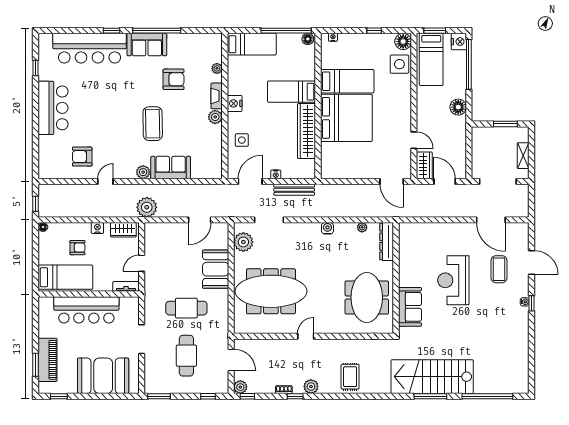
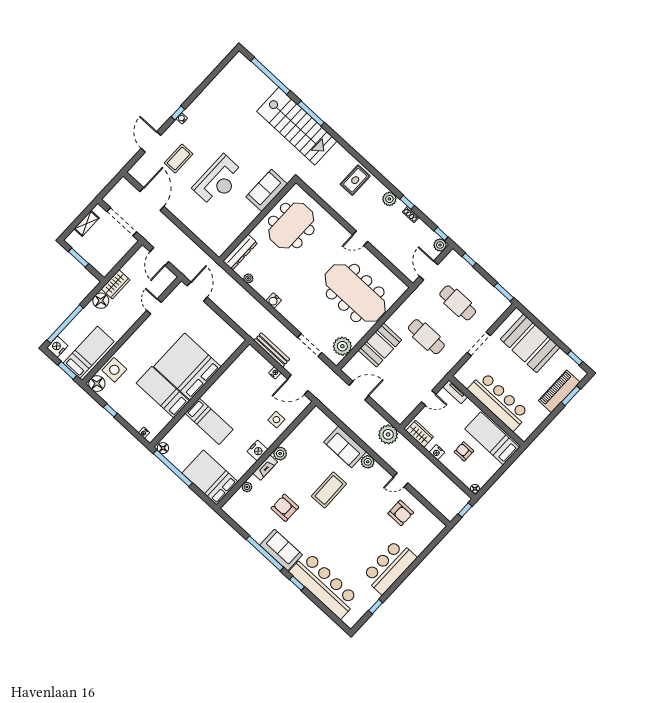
bed: (252, 44) -> (210, 477), width x1.50
wardrobe: (307, 131) -> (224, 383), removed
wardrobe: (424, 165) -> (116, 284), moved, turned 180
cafe table: (186, 356) -> (458, 303), turned 90

